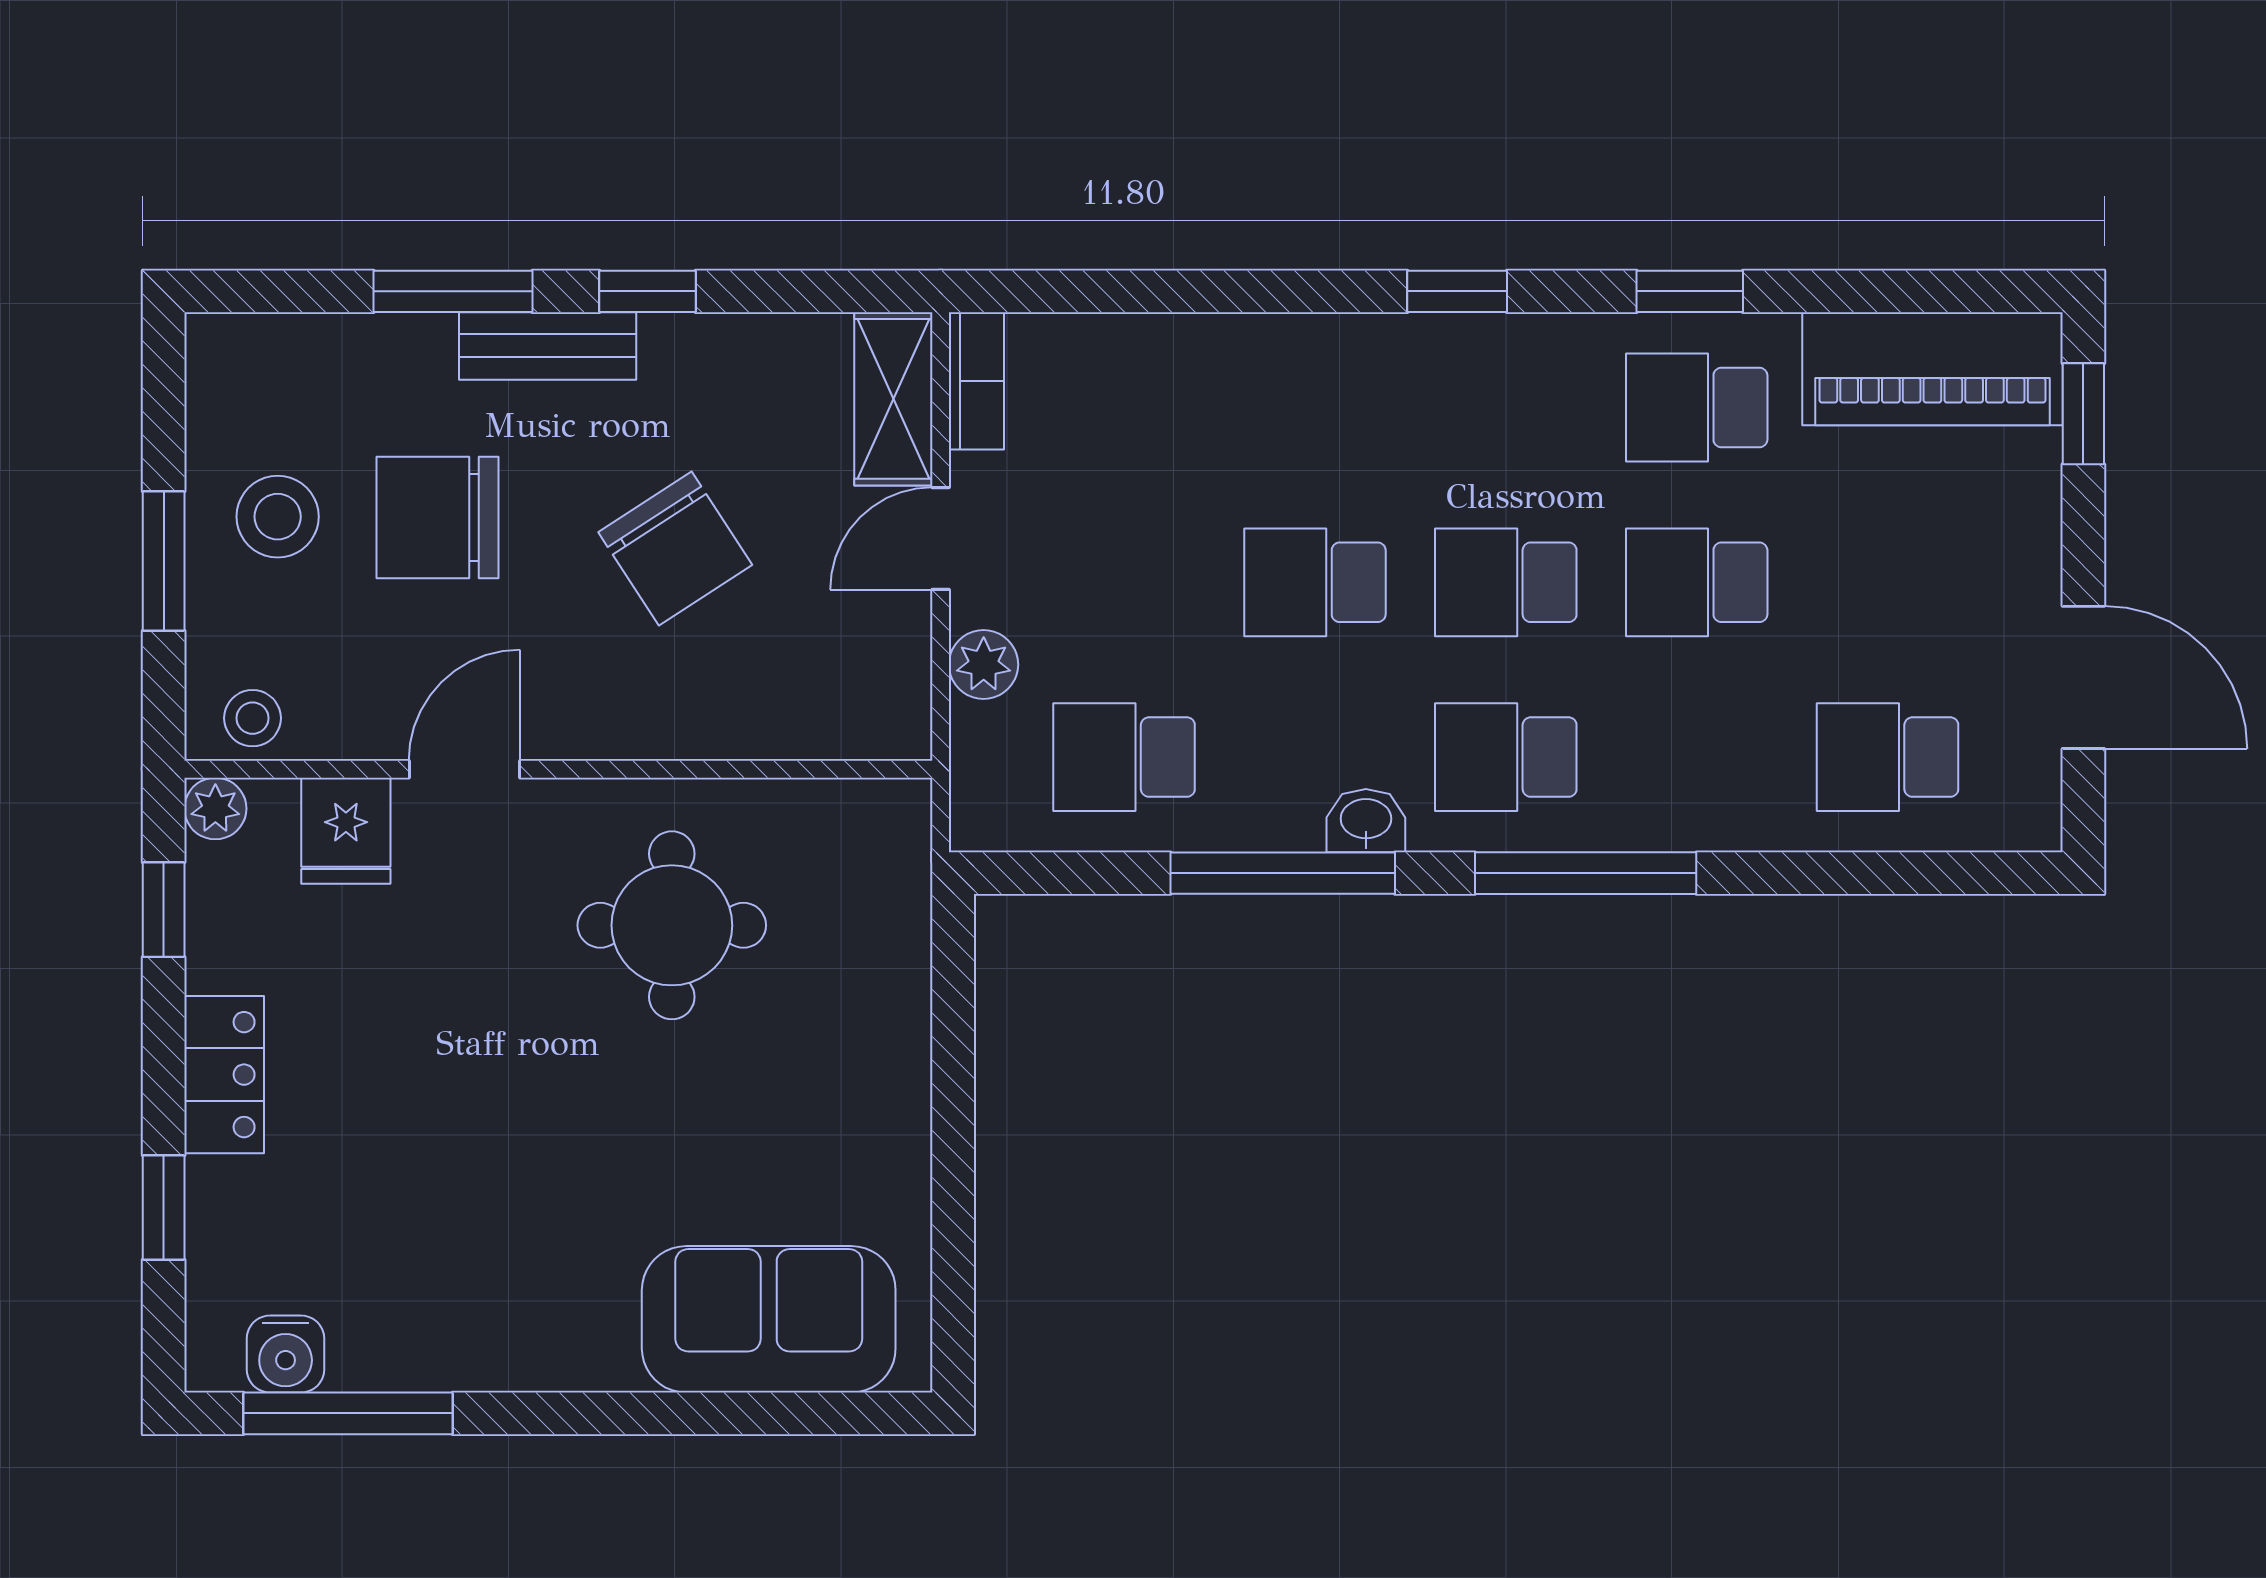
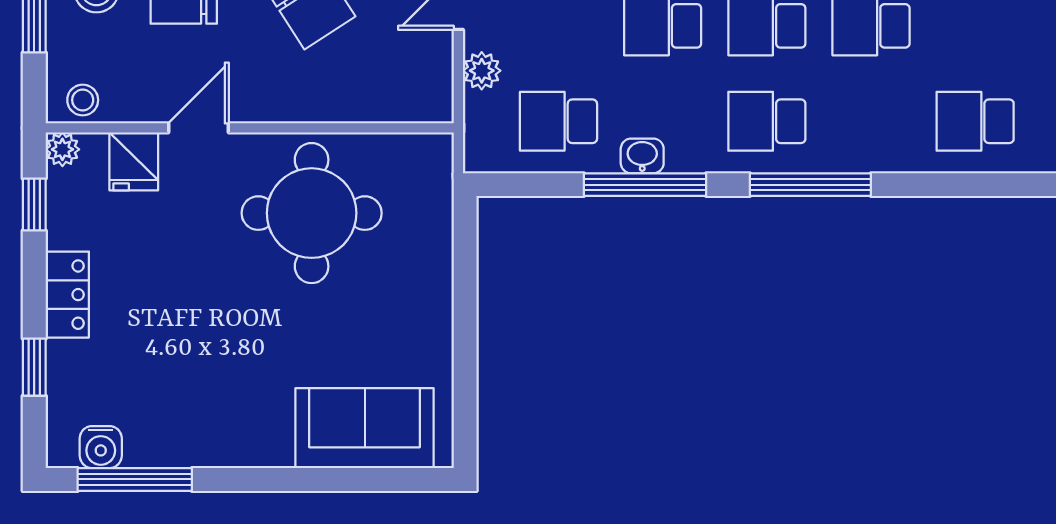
washbasin: (1366, 821) -> (642, 156), moved
round table: (672, 925) -> (312, 213), width x1.36, depth x1.36

